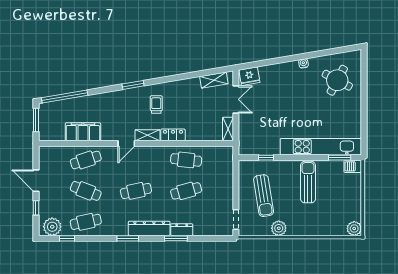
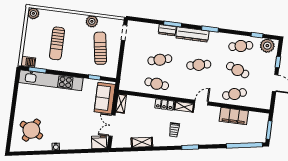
shelving: (214, 80) -> (142, 142), moved
sofa: (250, 133) -> (105, 98), added
sun lounger: (308, 182) -> (57, 43), moved

